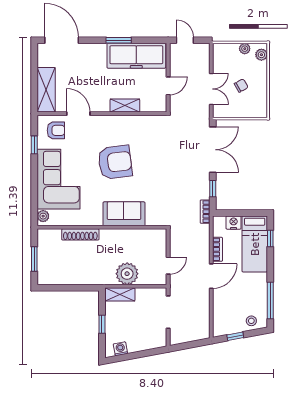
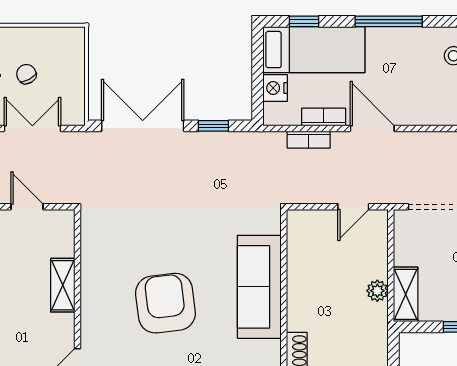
bookcase: (205, 212) -> (309, 140), moved
sofa: (124, 214) -> (259, 287), width x1.36
door: (168, 266) -> (353, 207), swing flipped
plant: (127, 274) -> (377, 291), width x0.53, depth x0.53
window: (270, 300) -> (389, 21), moved

